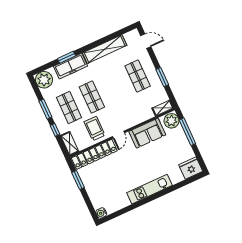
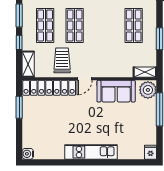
fridge: (191, 168) -> (151, 152), width x0.53, depth x0.75

